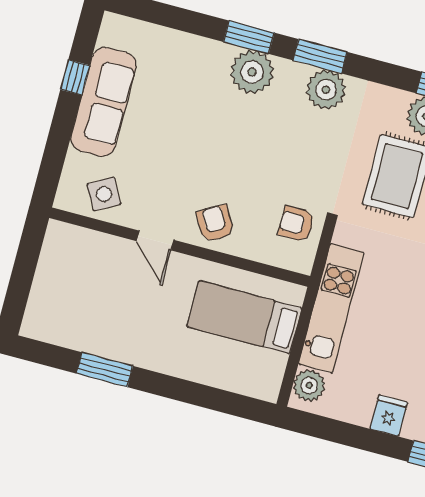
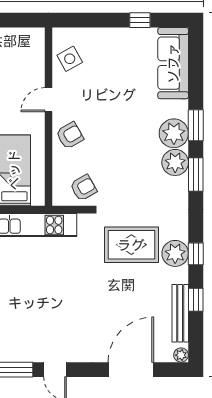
plant: (326, 90) -> (175, 162), moved
sofa: (104, 102) -> (173, 63), moved, turned 90
armchair: (296, 224) -> (84, 188), turned 60

